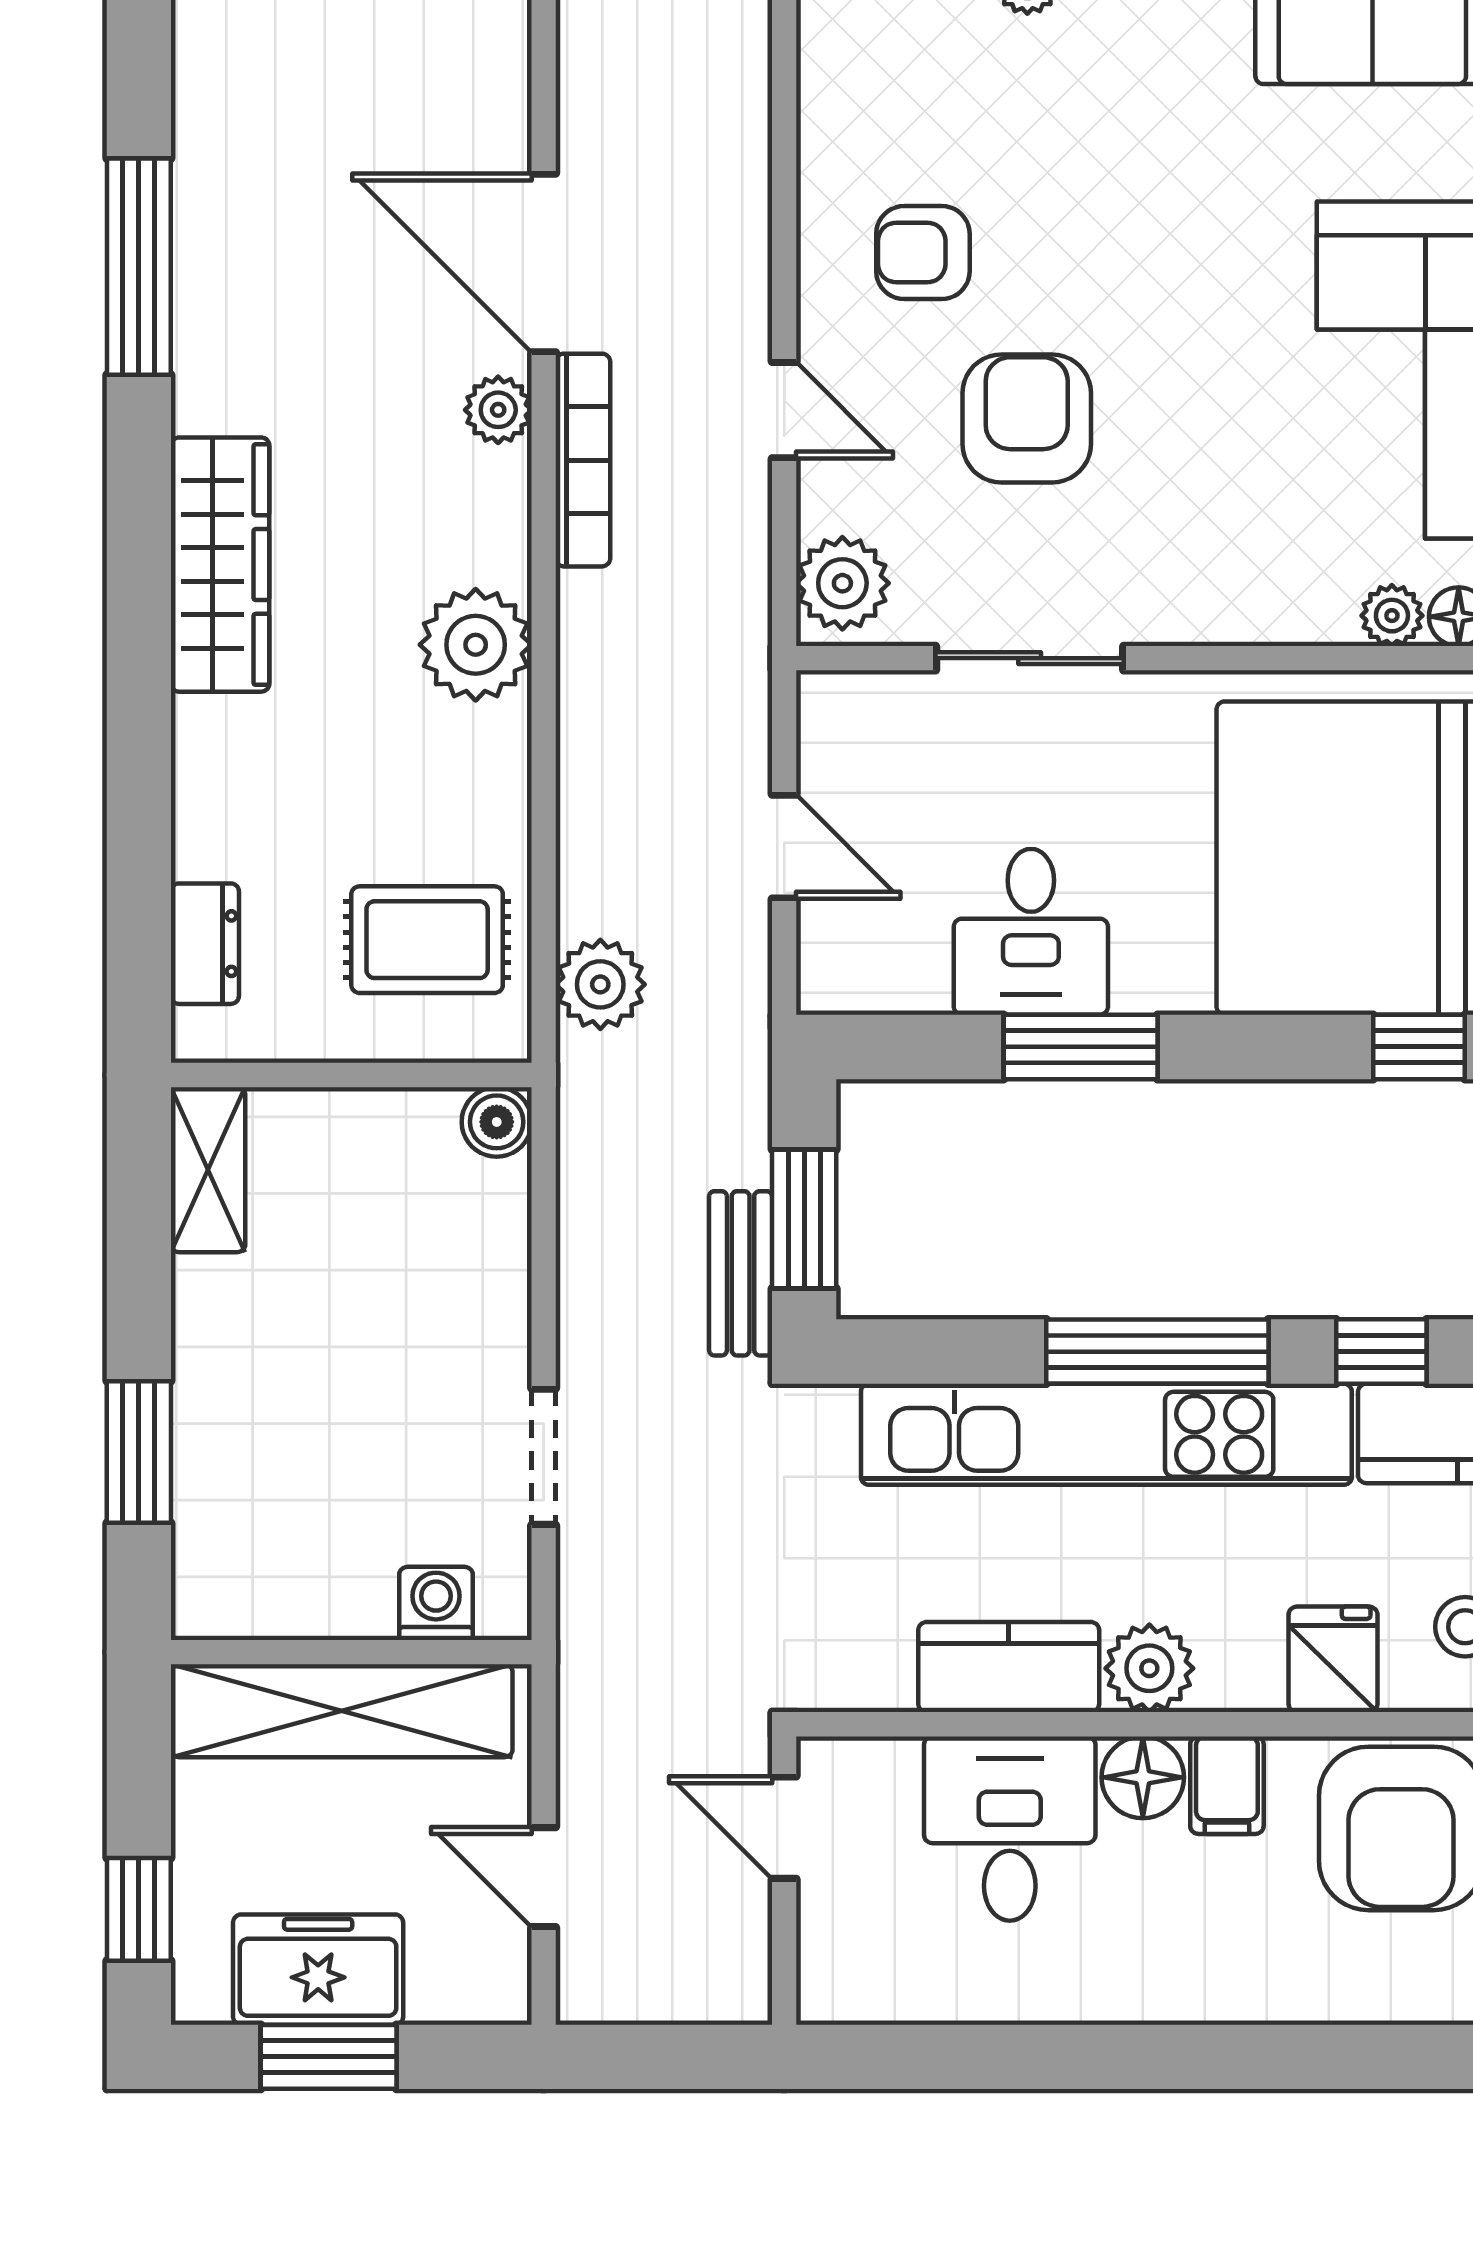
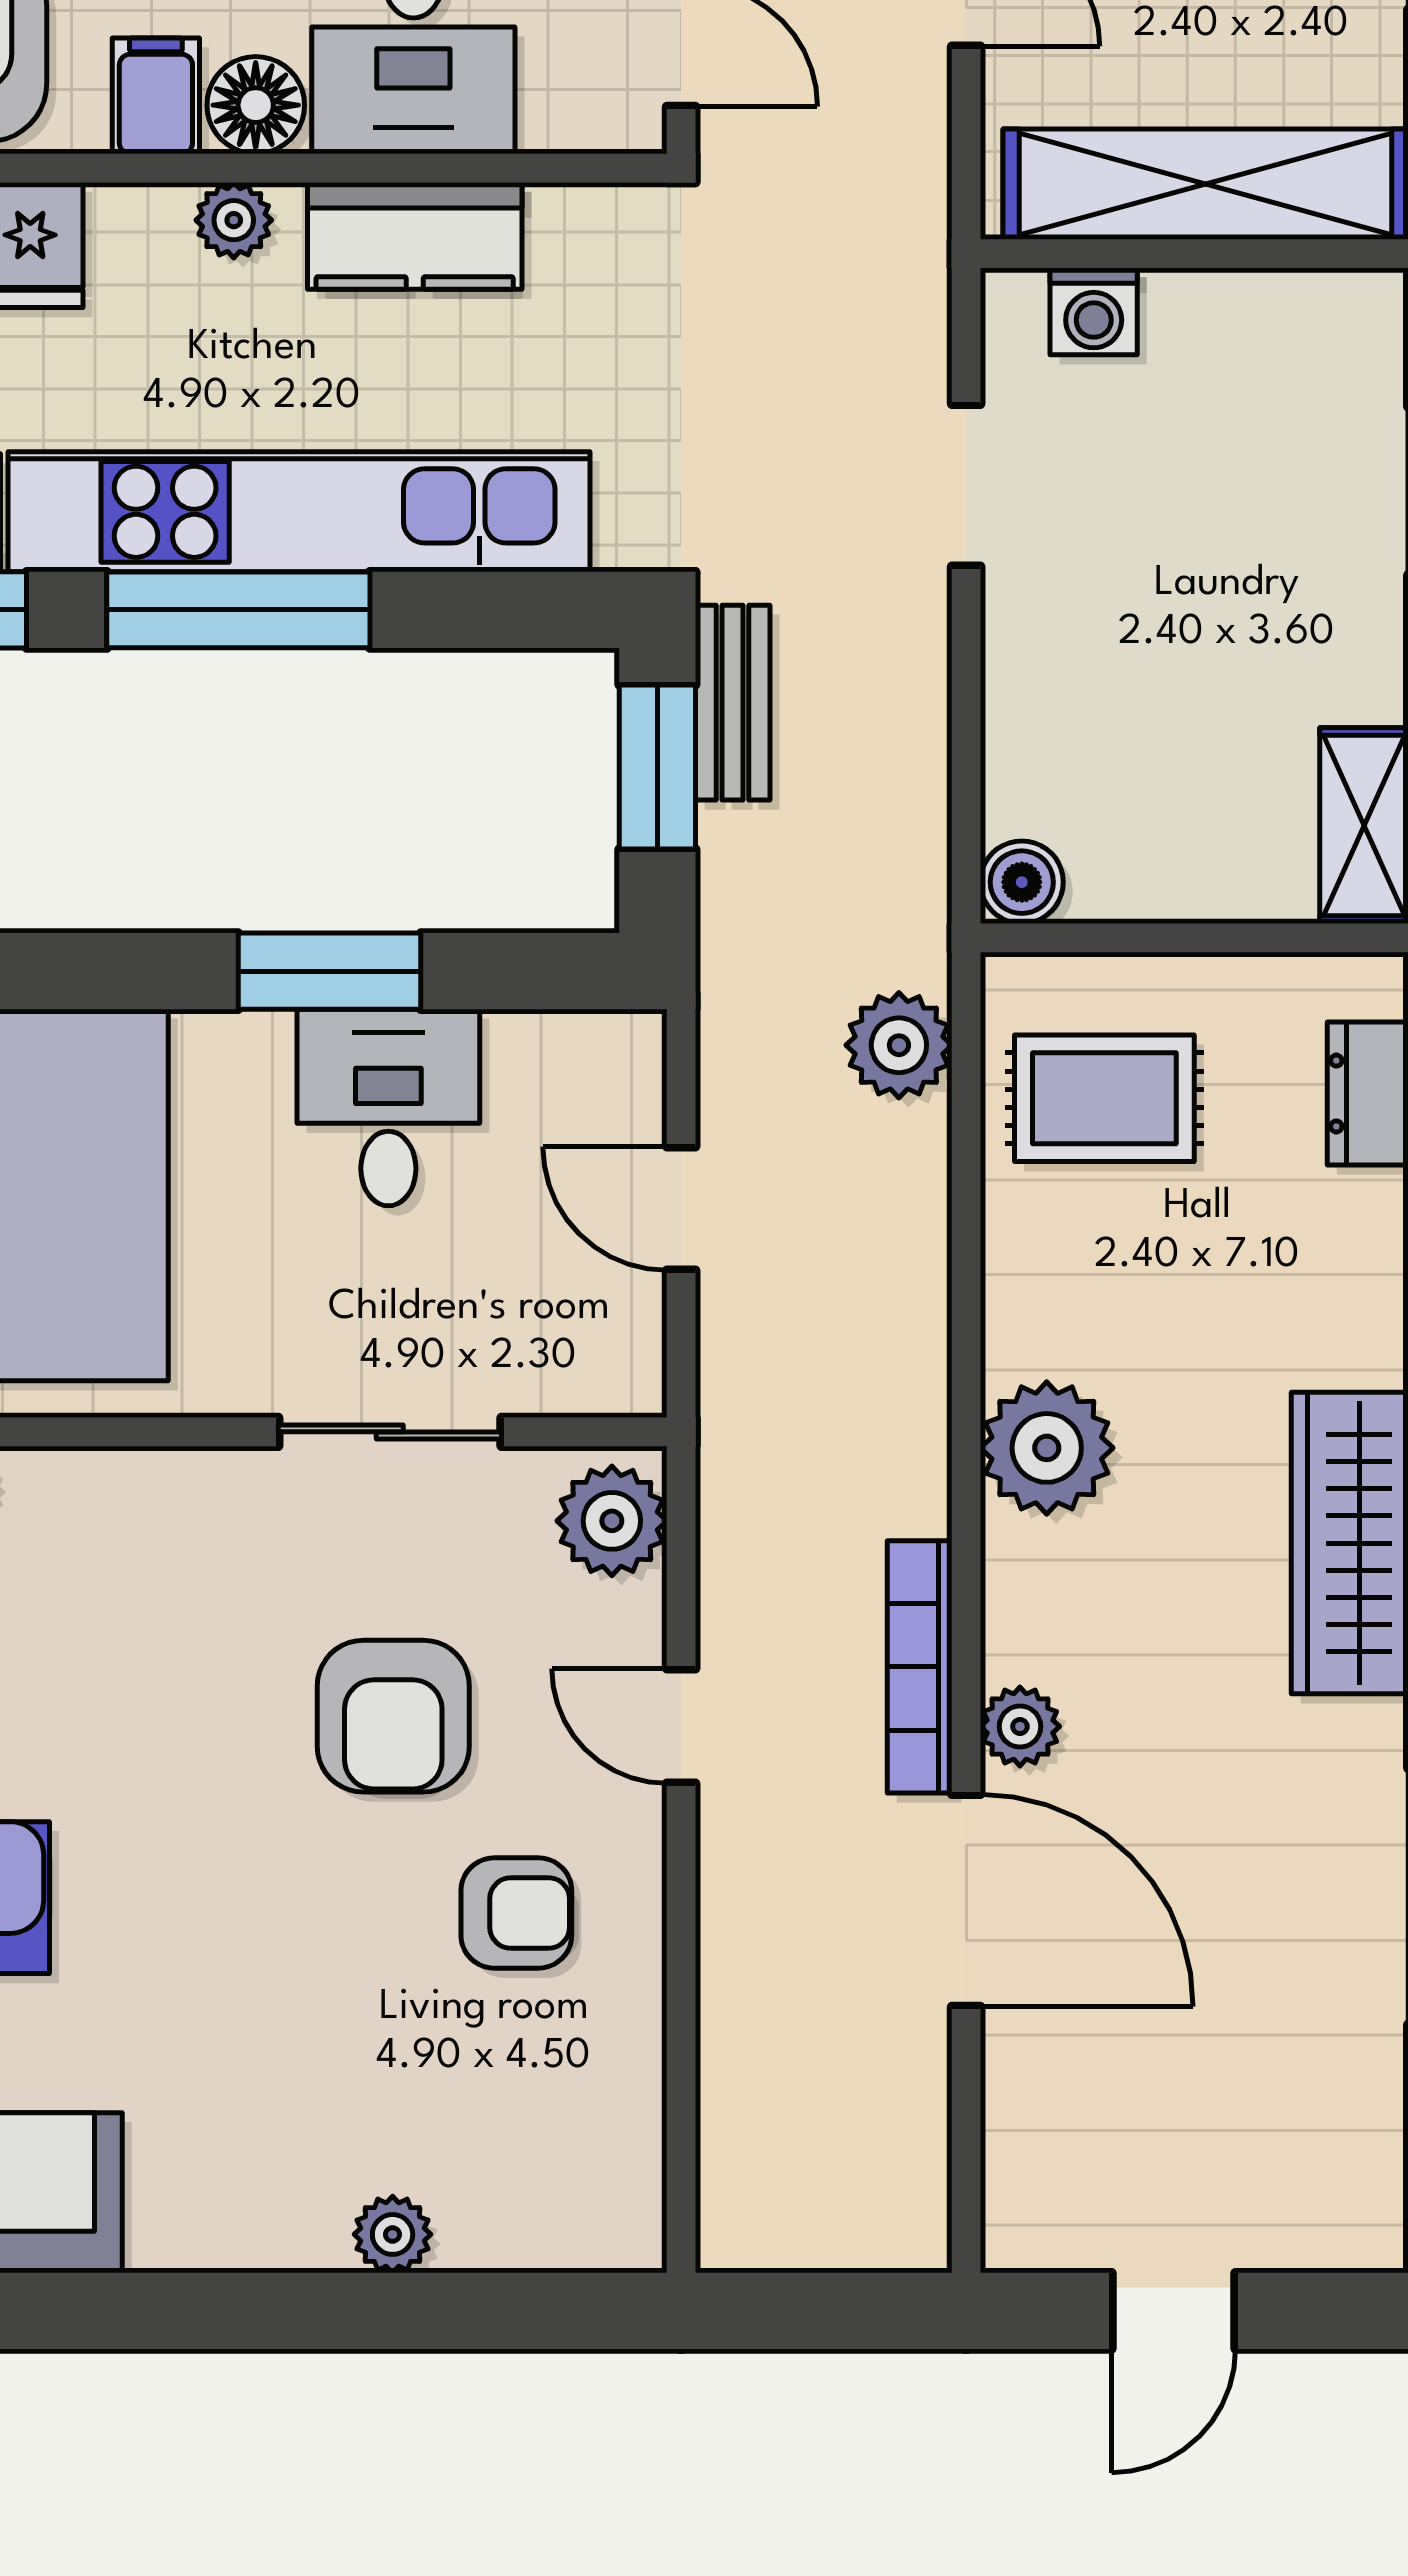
plant: (1149, 1668) -> (234, 220), width x0.73, depth x0.73

